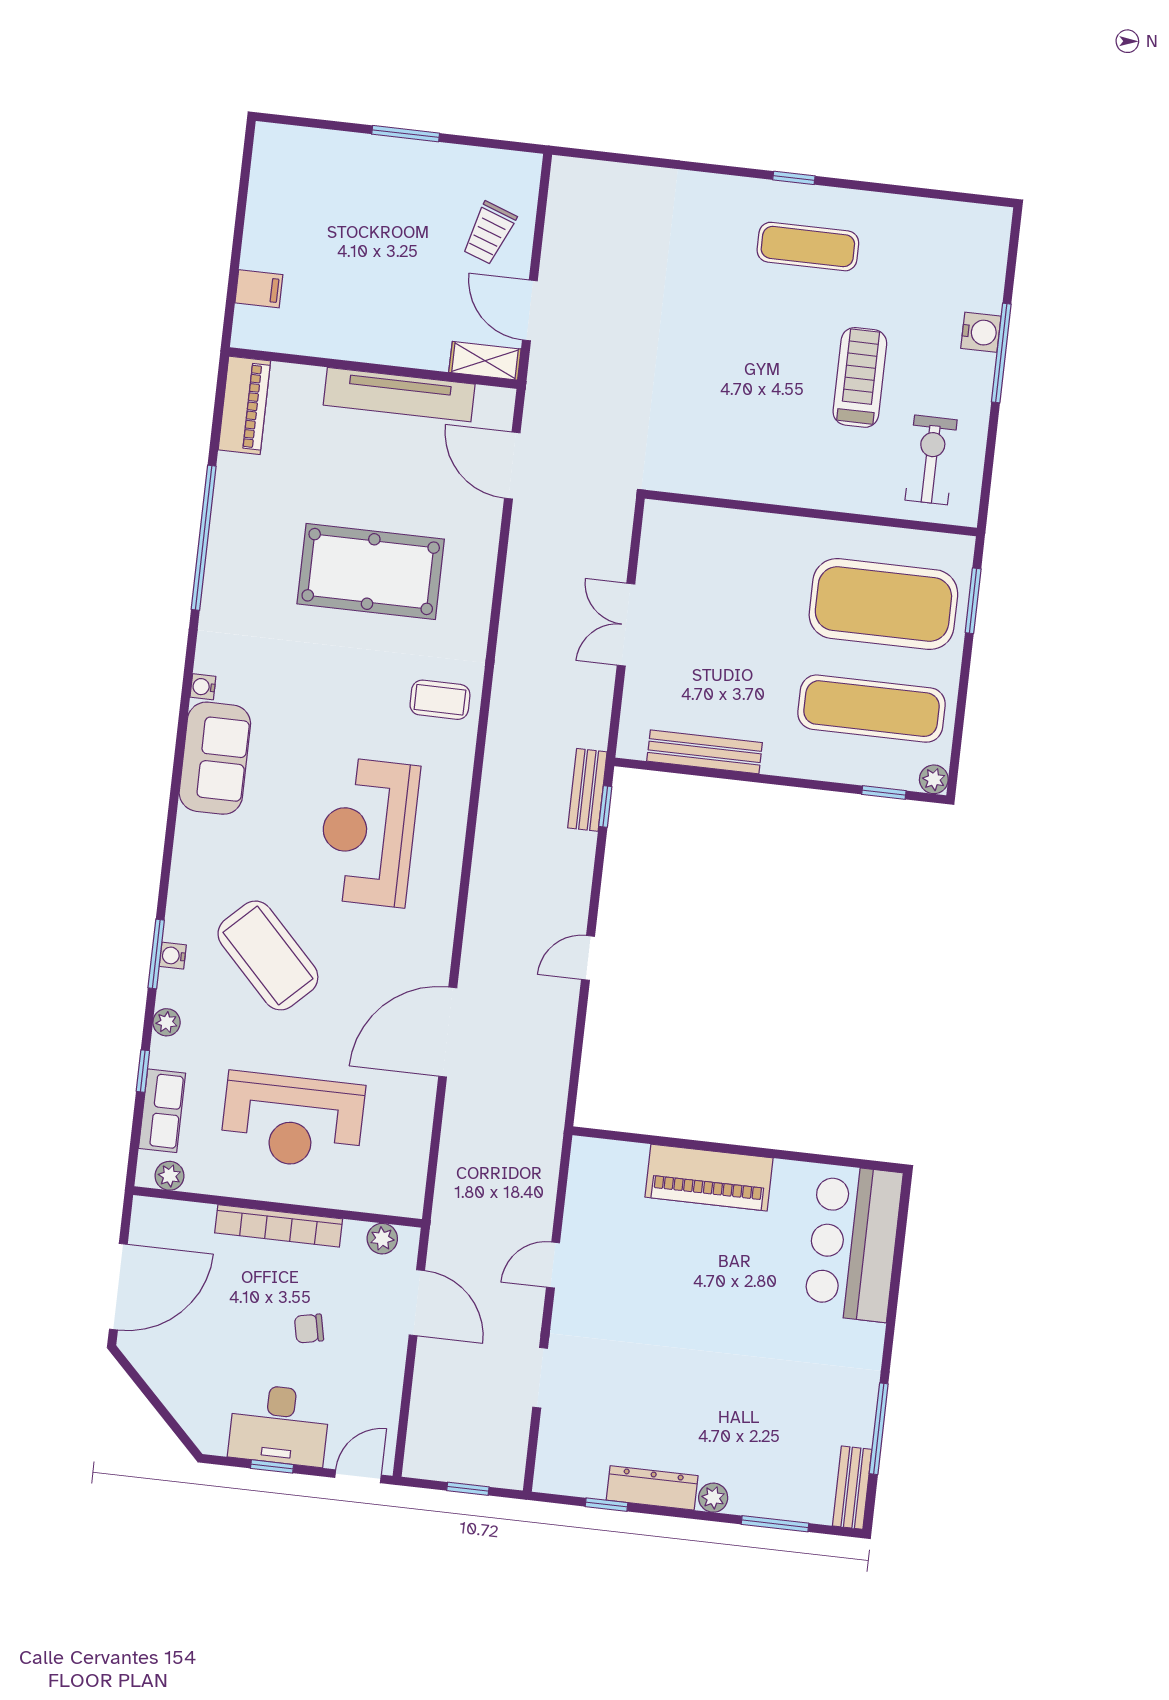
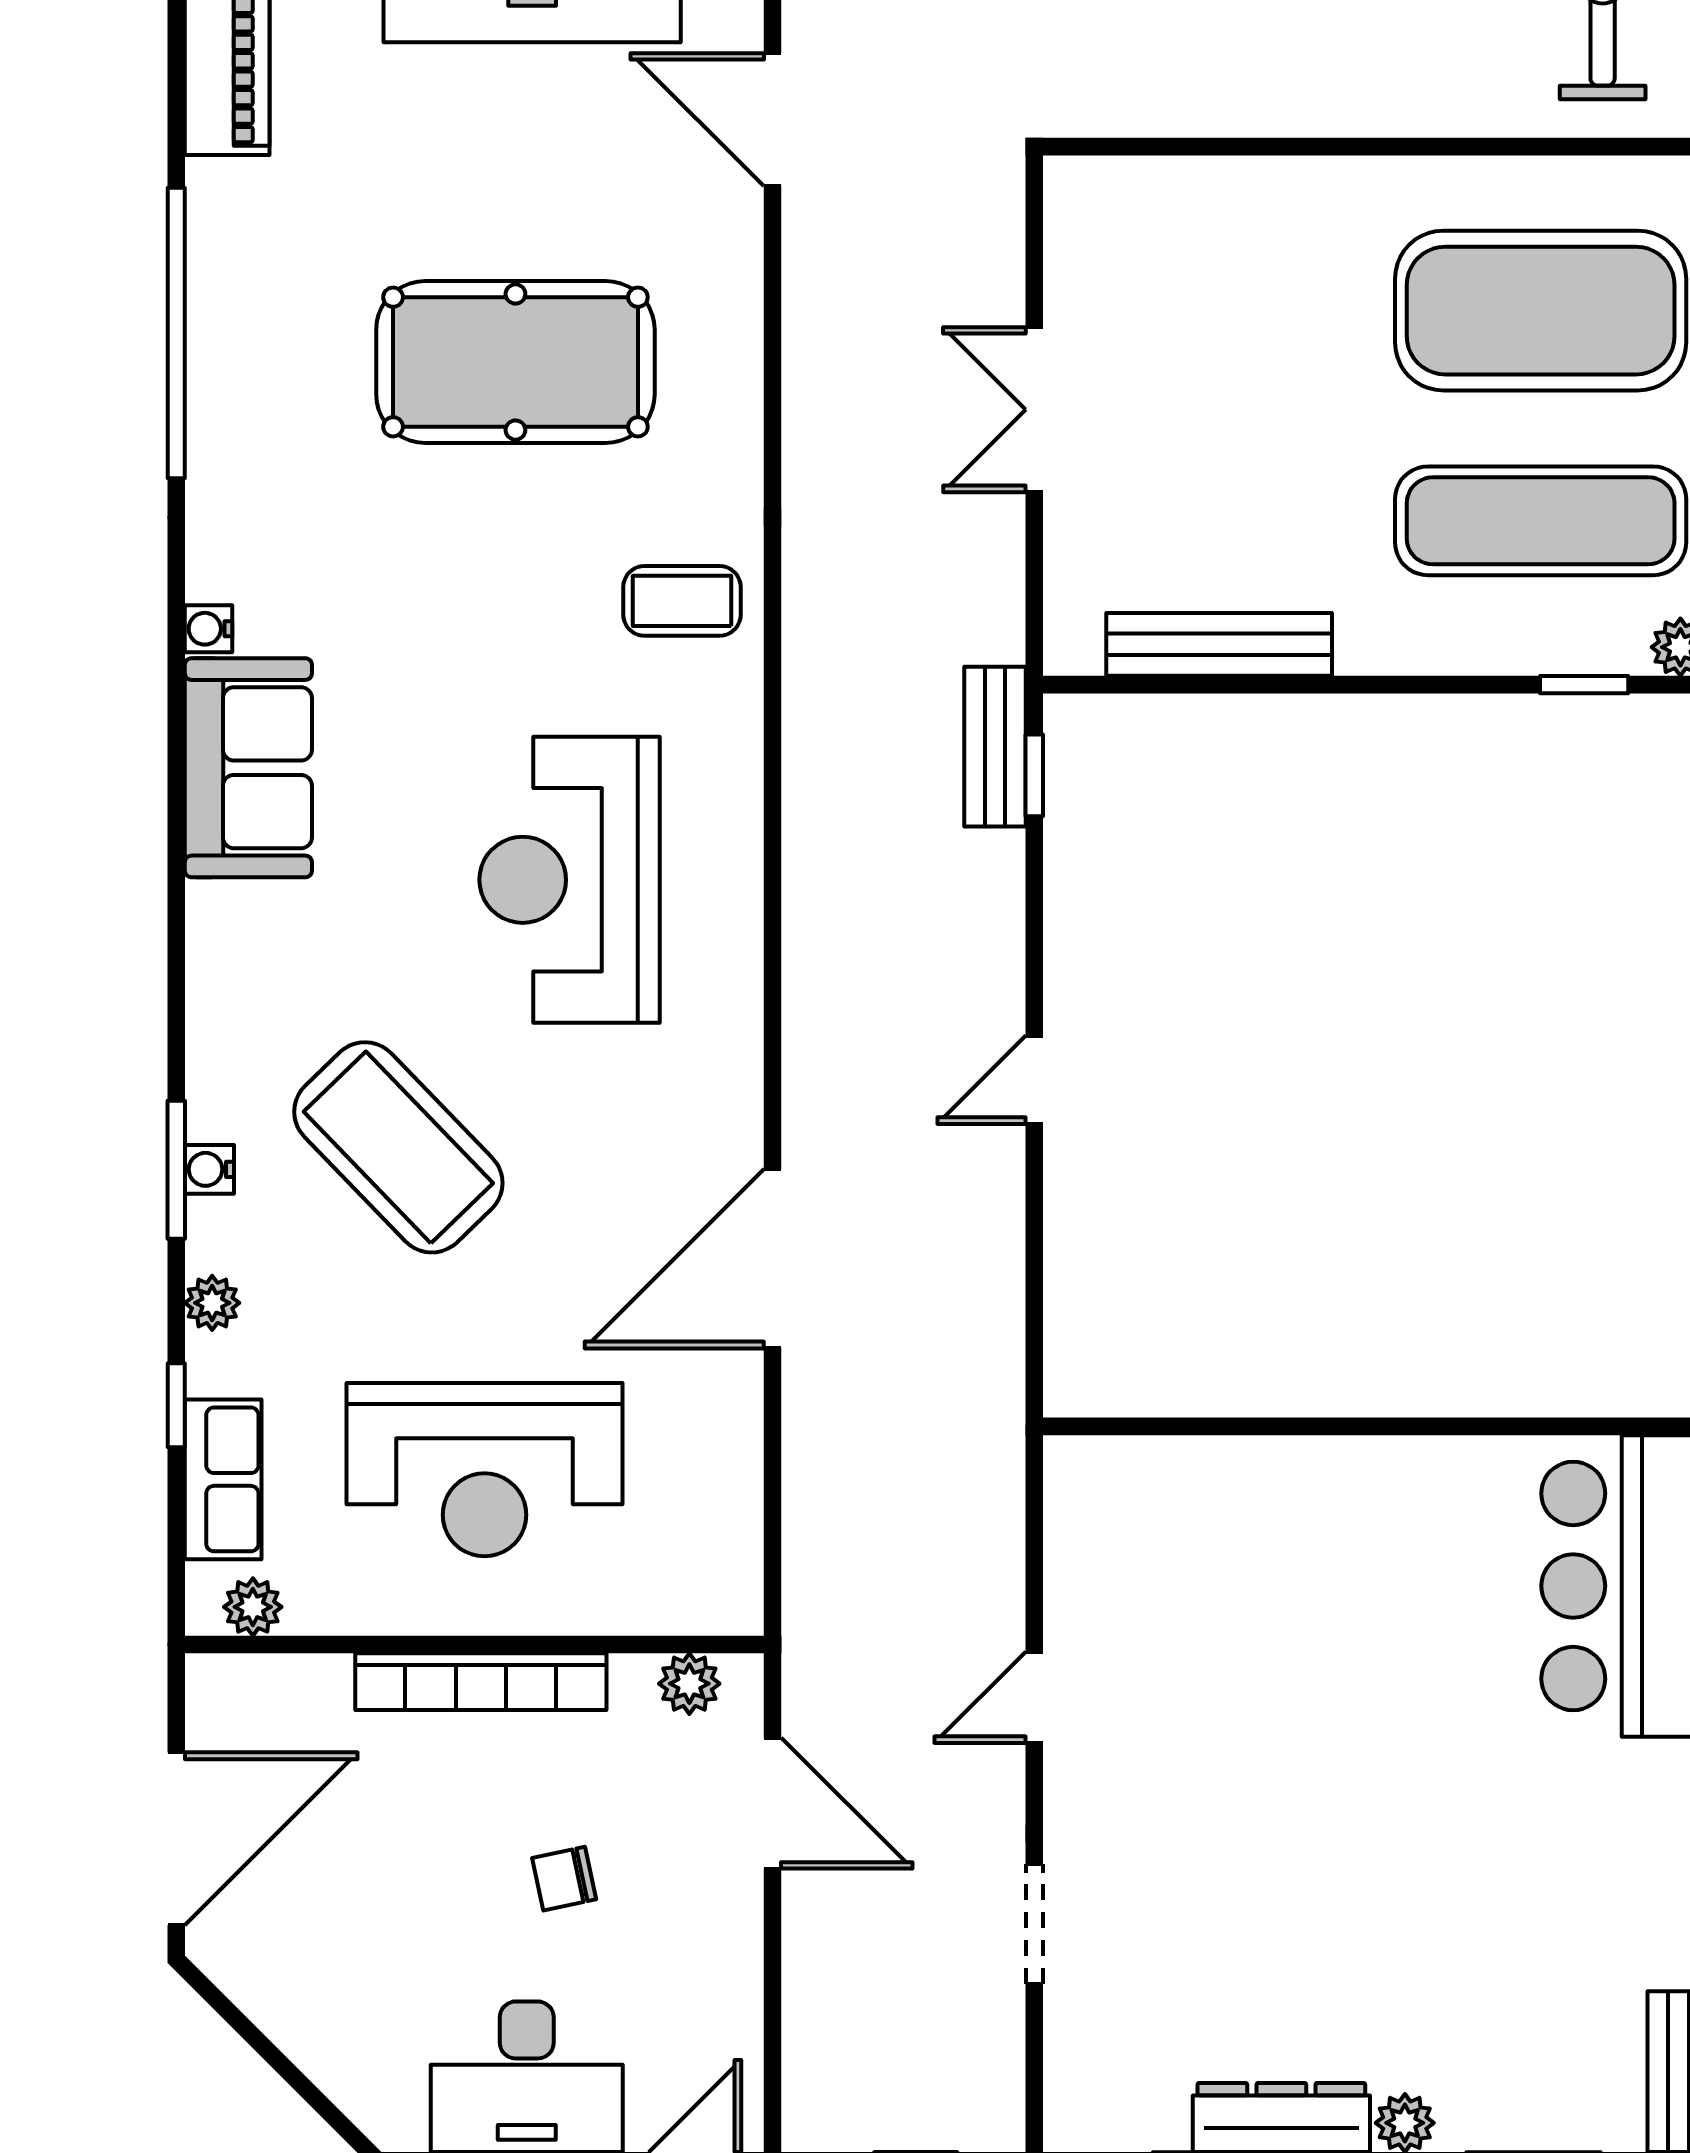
piano: (709, 1178) -> (1324, 1489), removed

